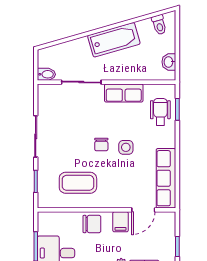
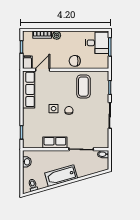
wheelchair: (160, 112) -> (32, 131), removed
coffee table: (78, 183) -> (83, 87), turned 90
filing cabinet: (121, 222) -> (27, 62), moved

